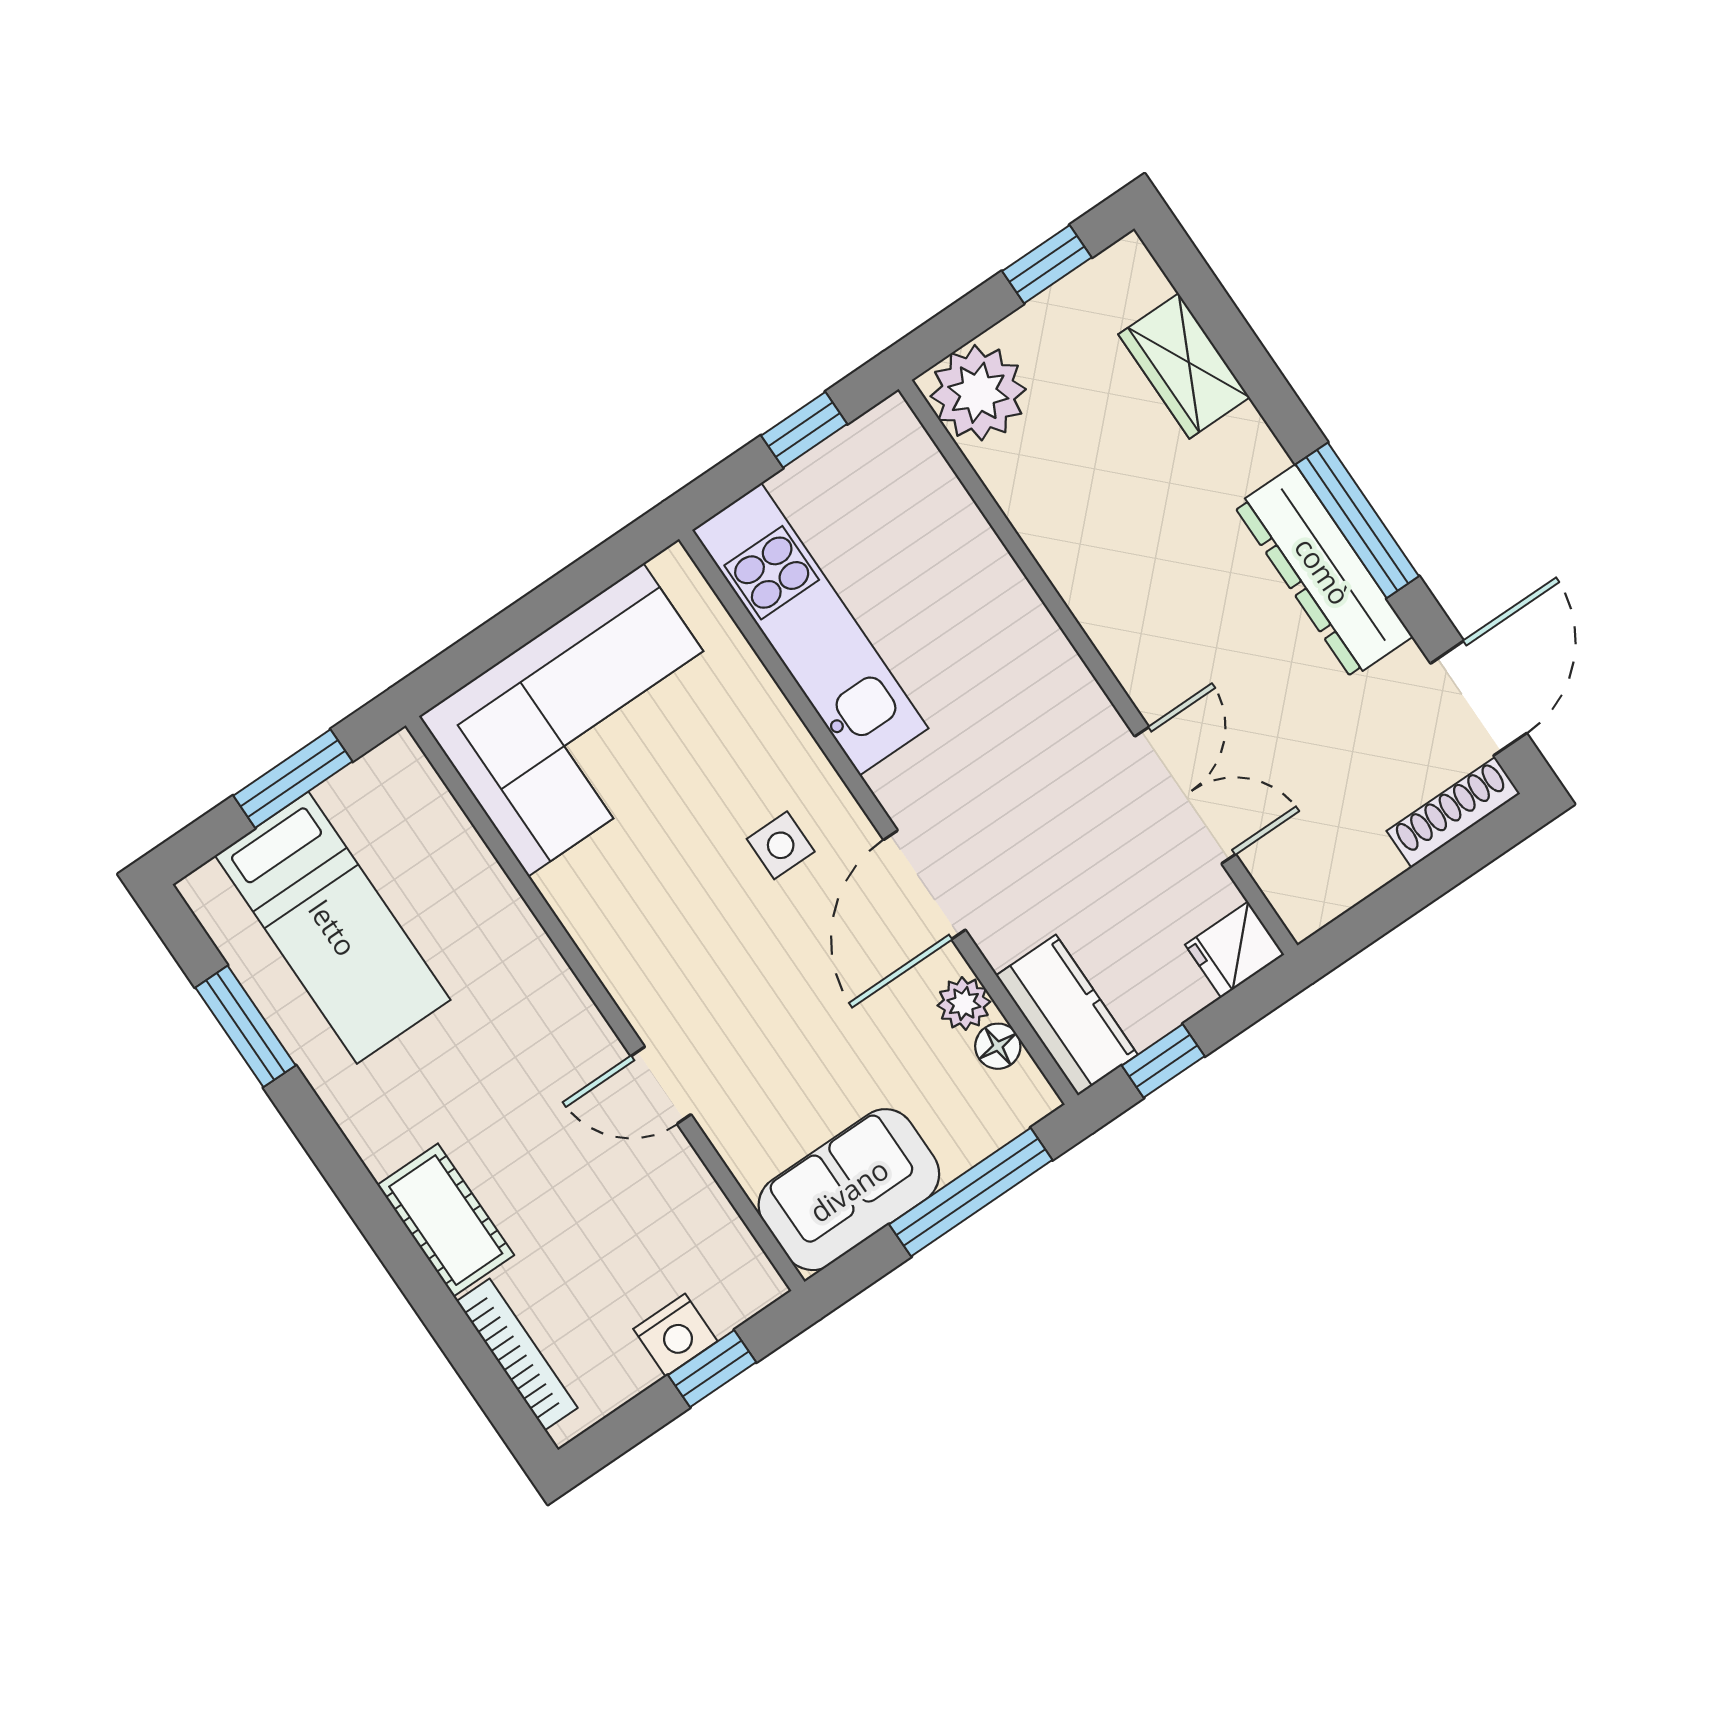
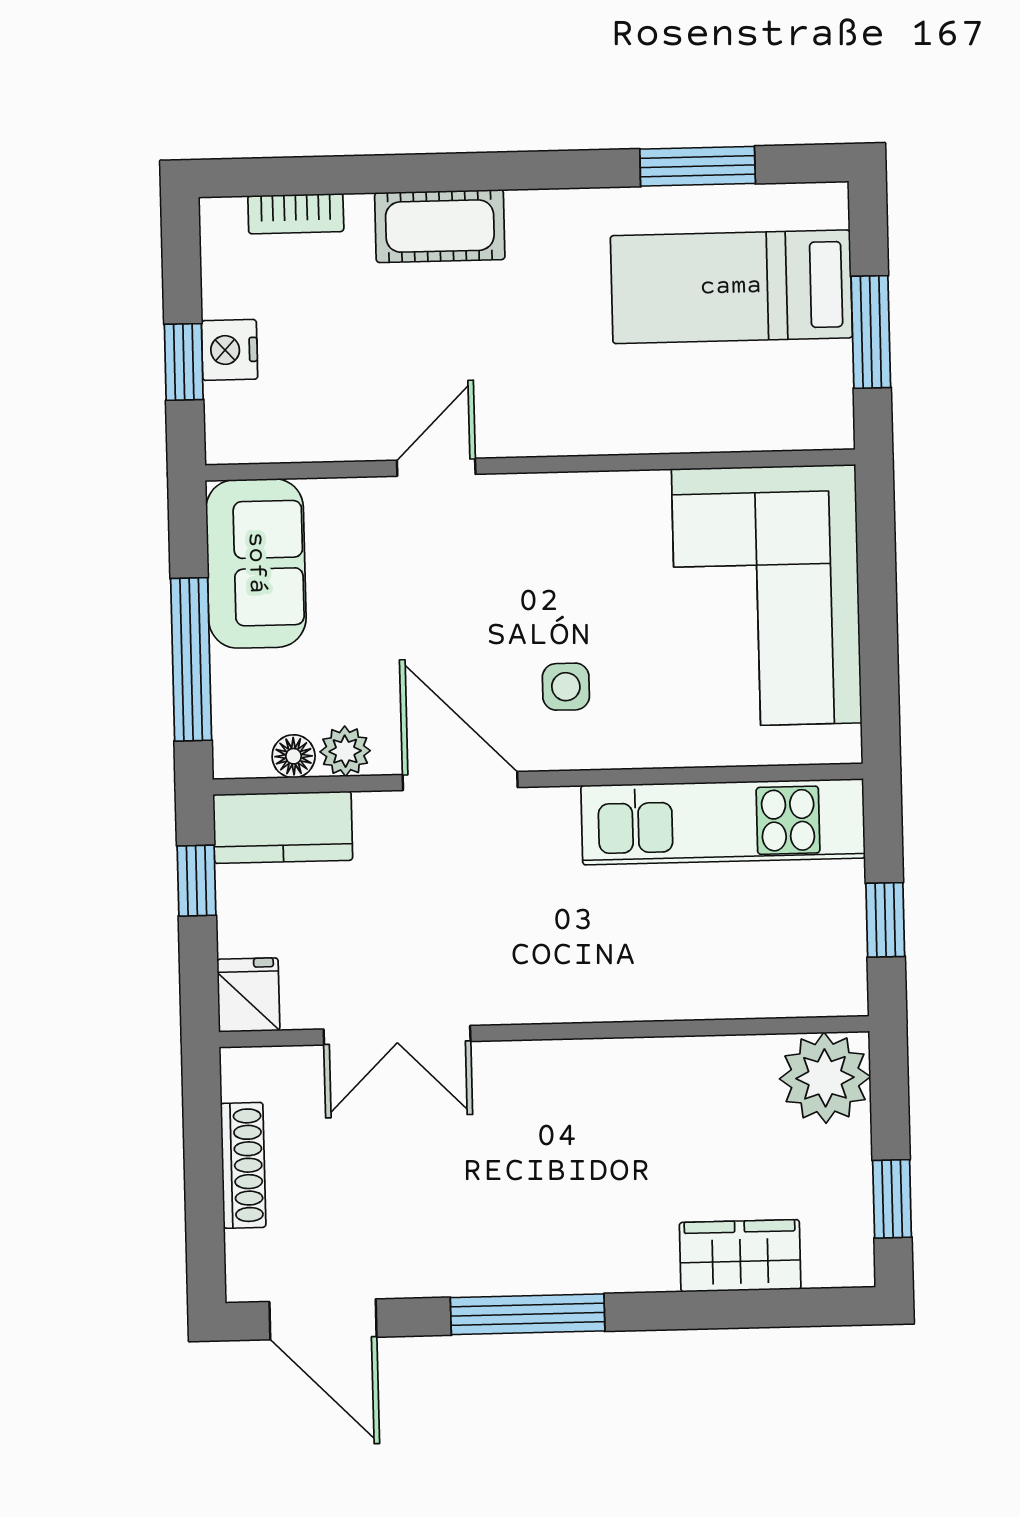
dresser: (1323, 571) -> (504, 1261), removed
shoe rack: (1453, 812) -> (243, 1165), moved
bookcase: (517, 1354) -> (296, 214), width x0.64

